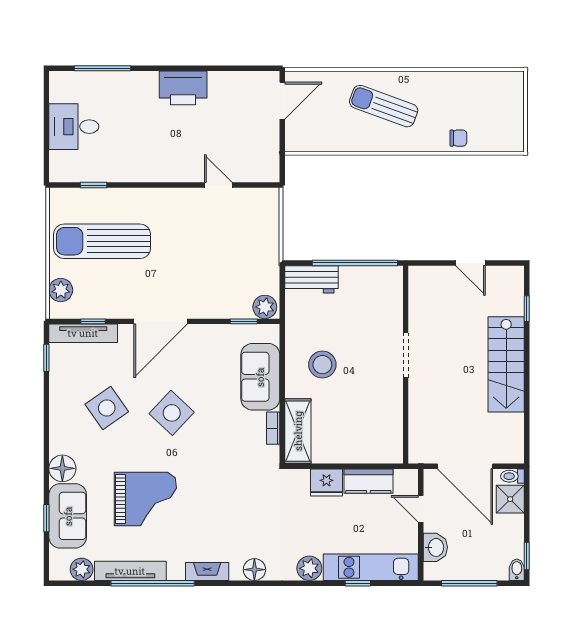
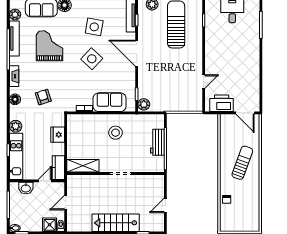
printer: (183, 88) -> (222, 103), moved, turned 90
workbench: (312, 279) -> (157, 142), moved
side table: (107, 408) -> (94, 27), turned 45
shelving: (298, 431) -> (83, 166), moved
door: (465, 466) -> (66, 203), width x0.53
kitchen counter: (368, 481) -> (58, 168), moved
grand piano: (145, 499) -> (50, 46), turned 180
armchair: (250, 512) -> (43, 97), added

